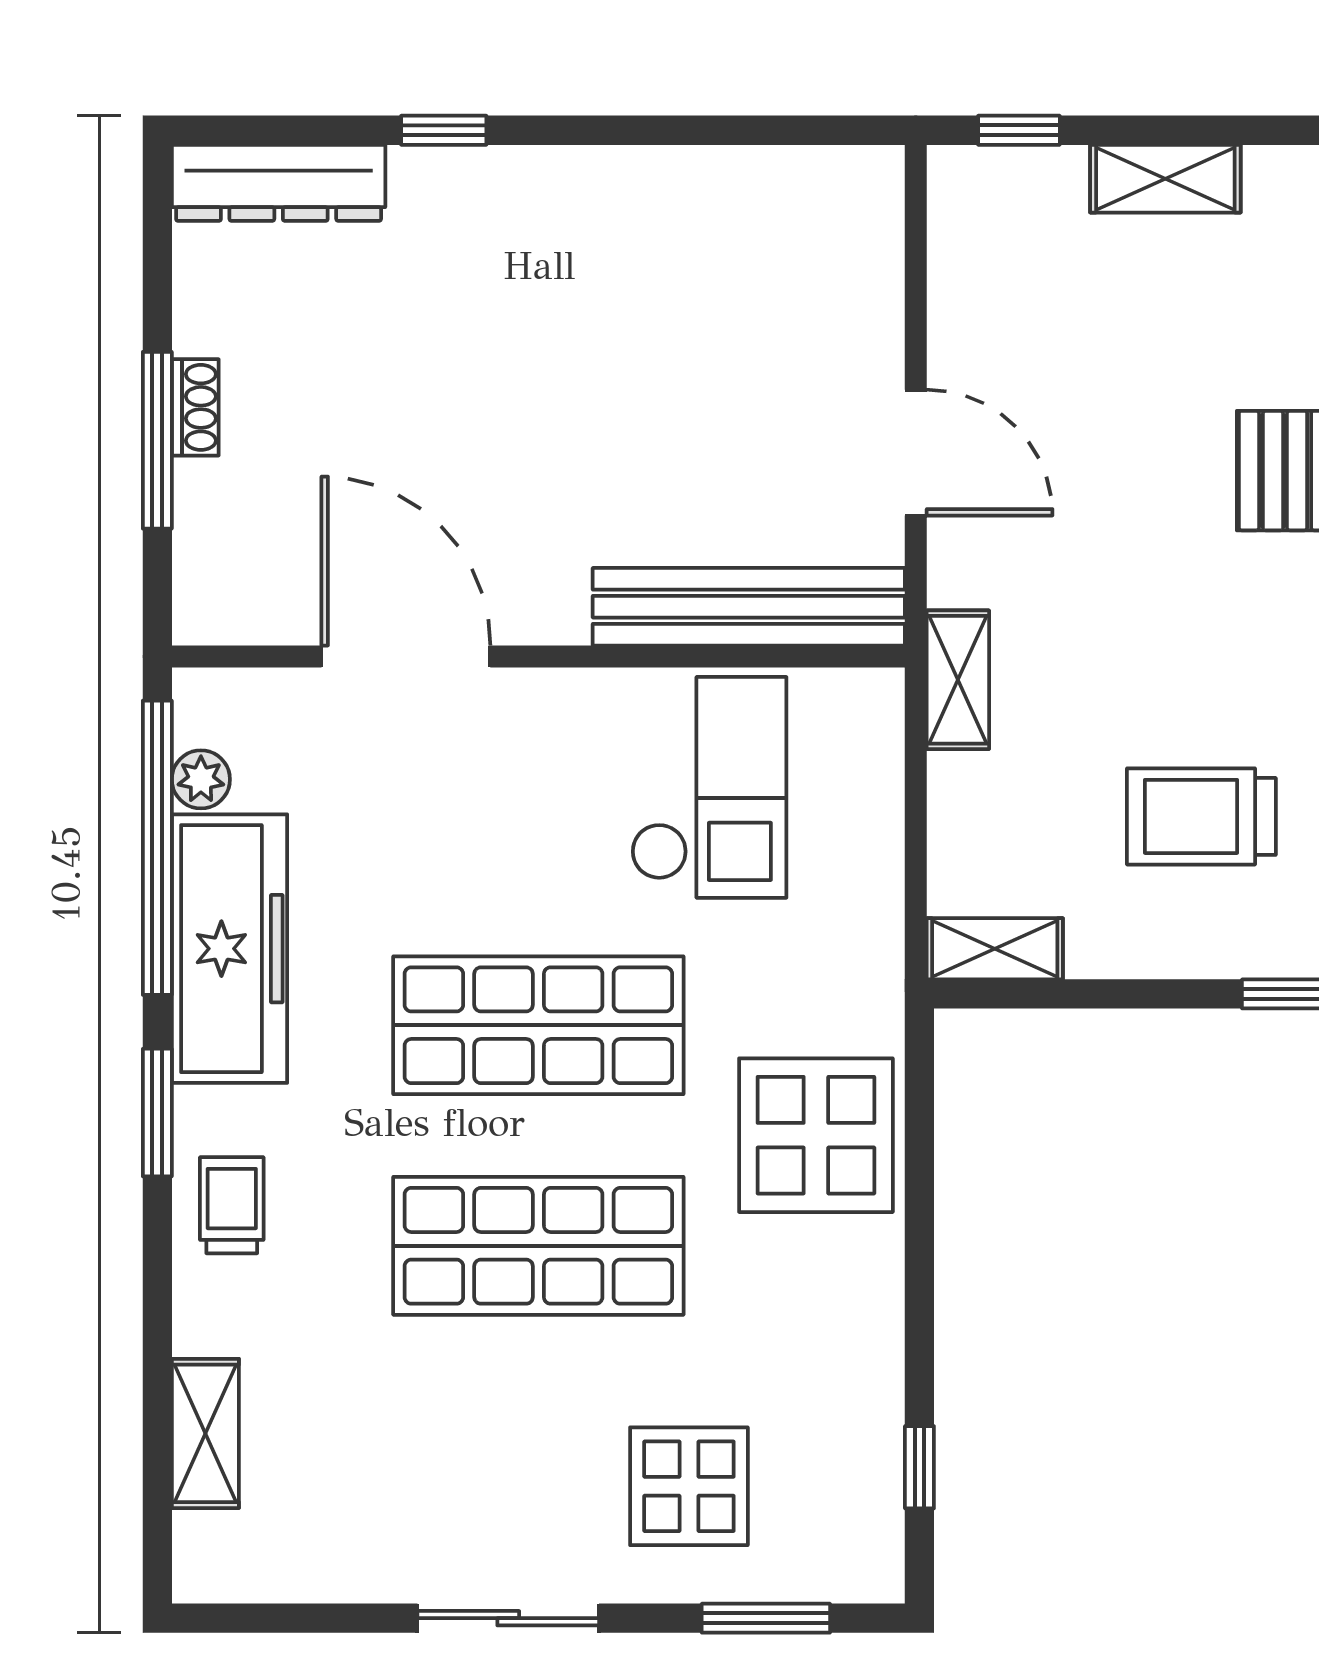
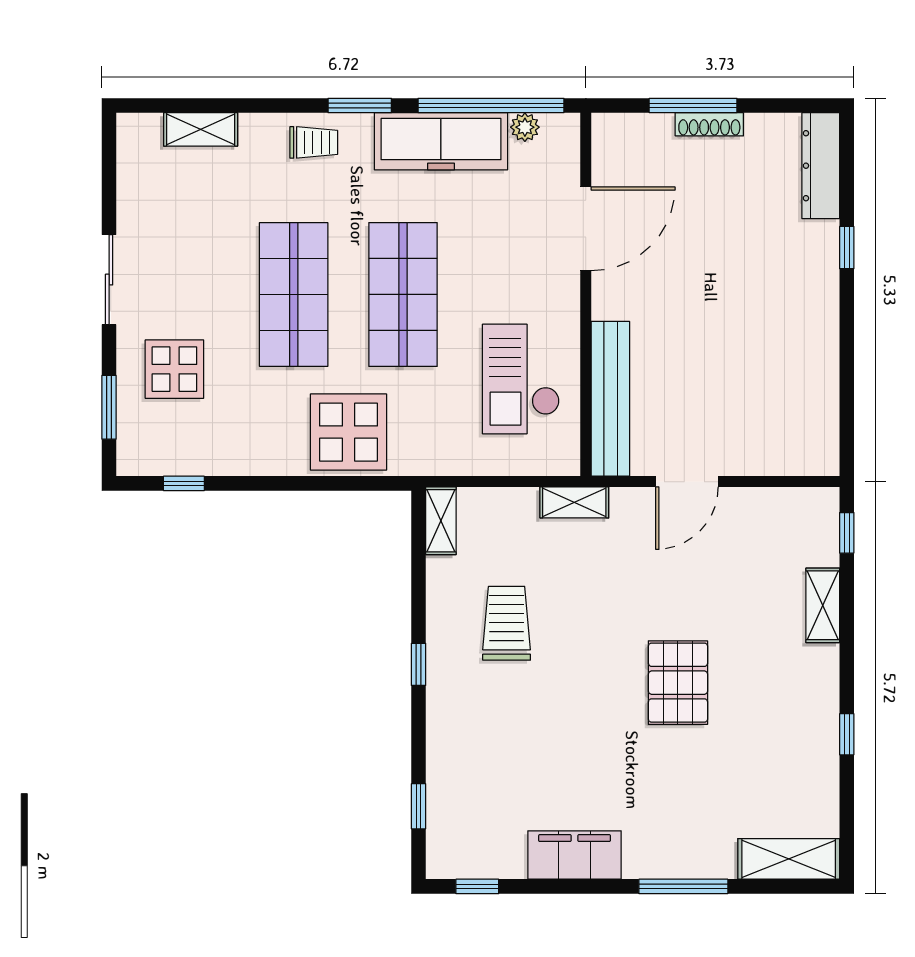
shoe rack: (195, 407) -> (709, 124), width x1.43
checkout: (709, 787) -> (521, 379), turned 90

